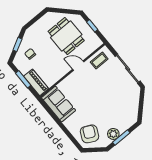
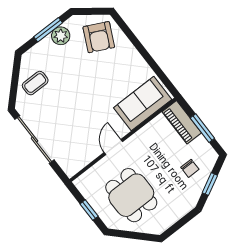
coffee table: (99, 61) -> (35, 83), moved
door: (78, 66) -> (113, 147), swing flipped
sofa: (59, 104) -> (143, 104), moved, turned 90

